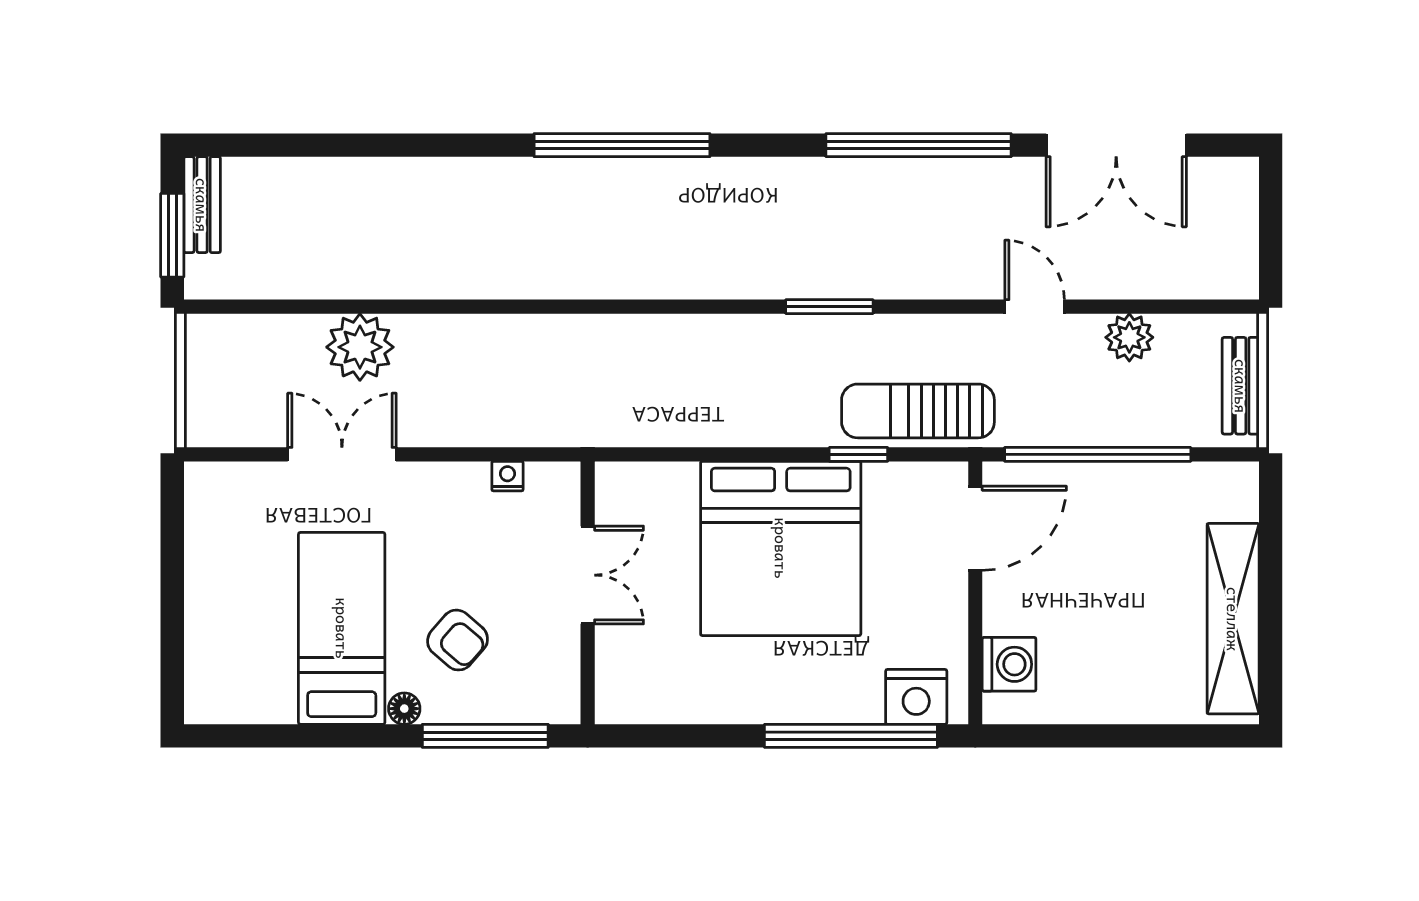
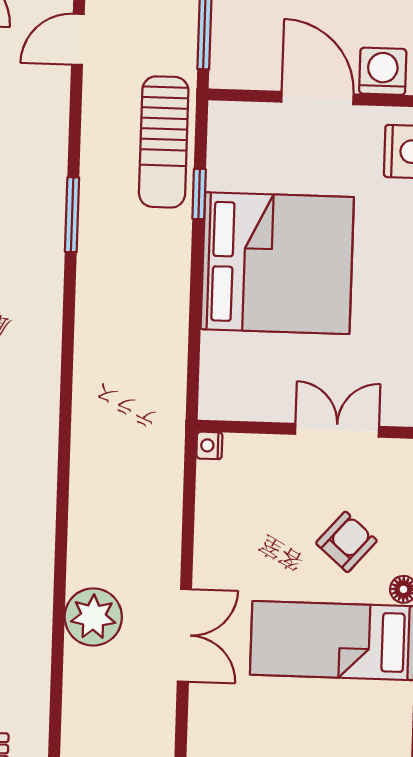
double door: (342, 454) -> (184, 635), swing flipped
nightstand: (507, 476) -> (209, 445), moved
door: (975, 528) -> (317, 98), moved
double door: (588, 575) -> (337, 430), moved

